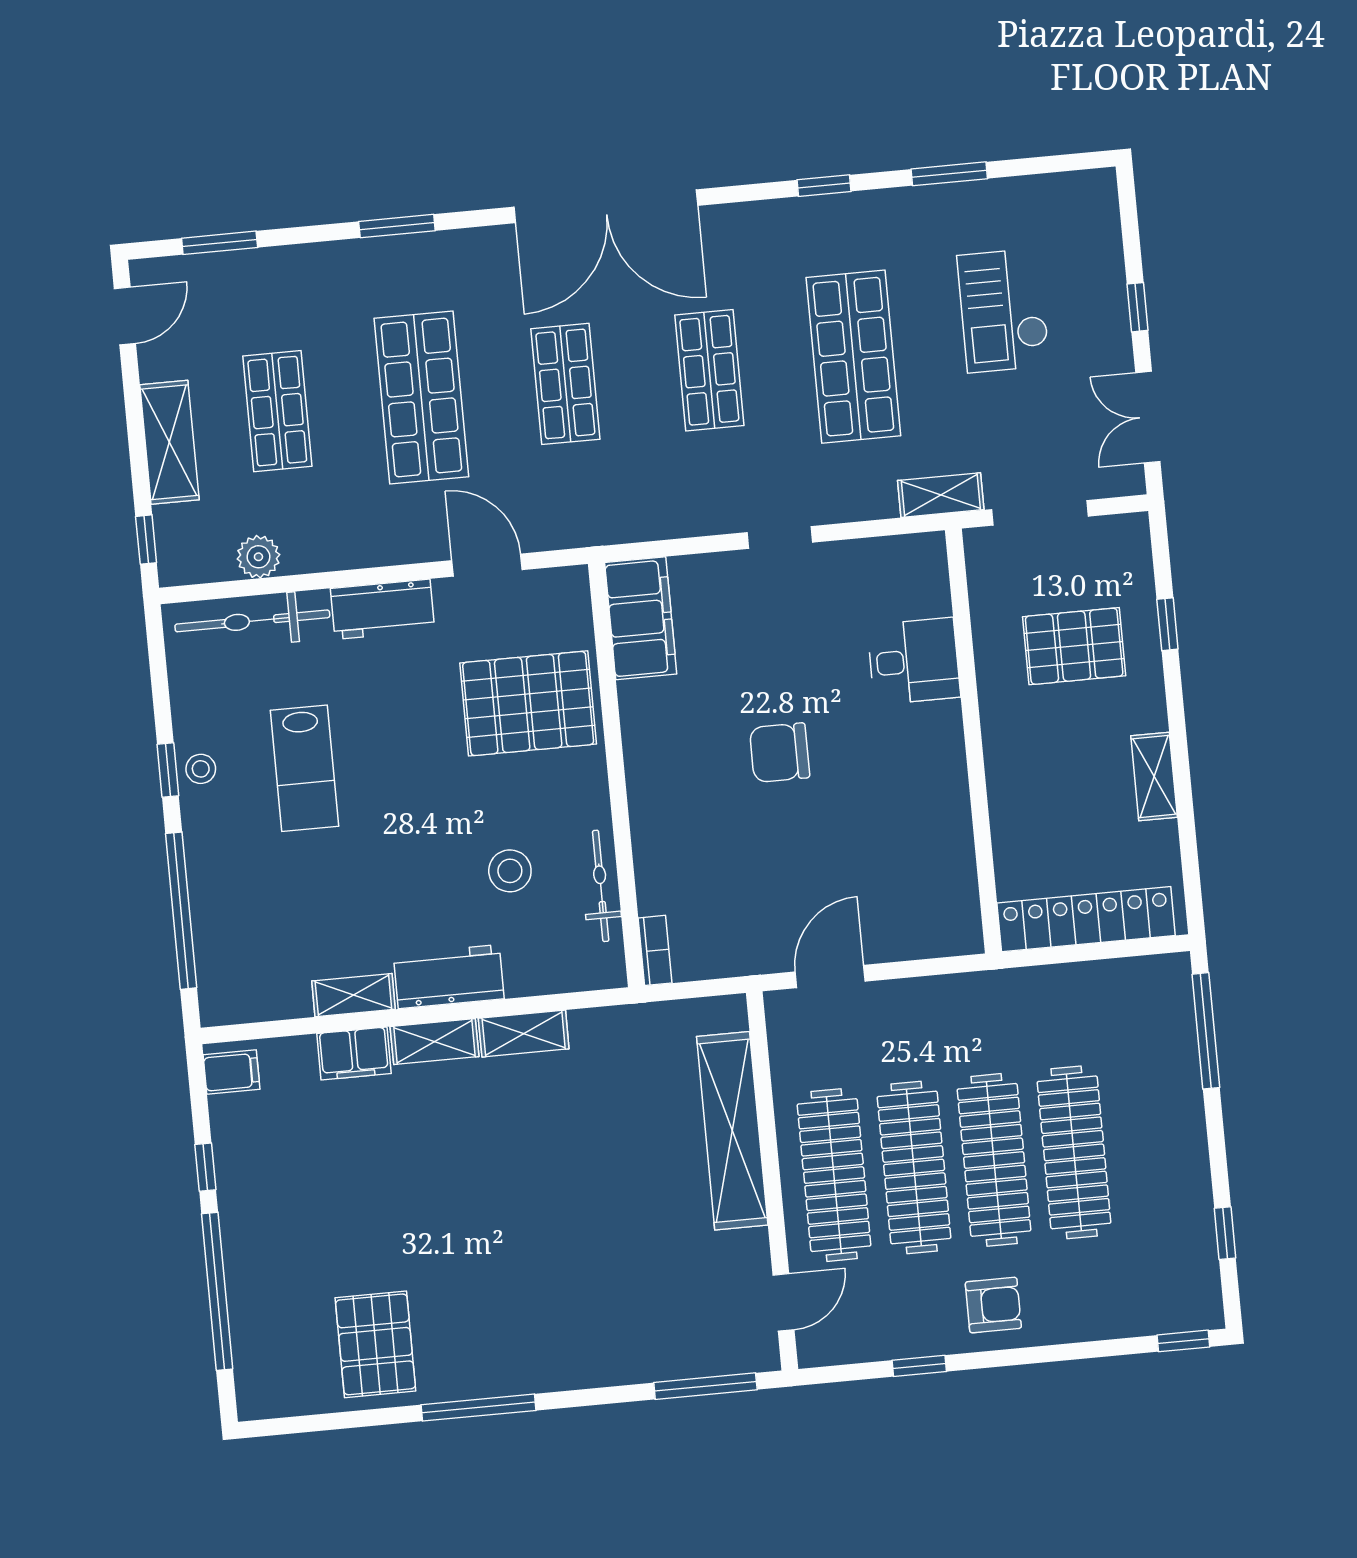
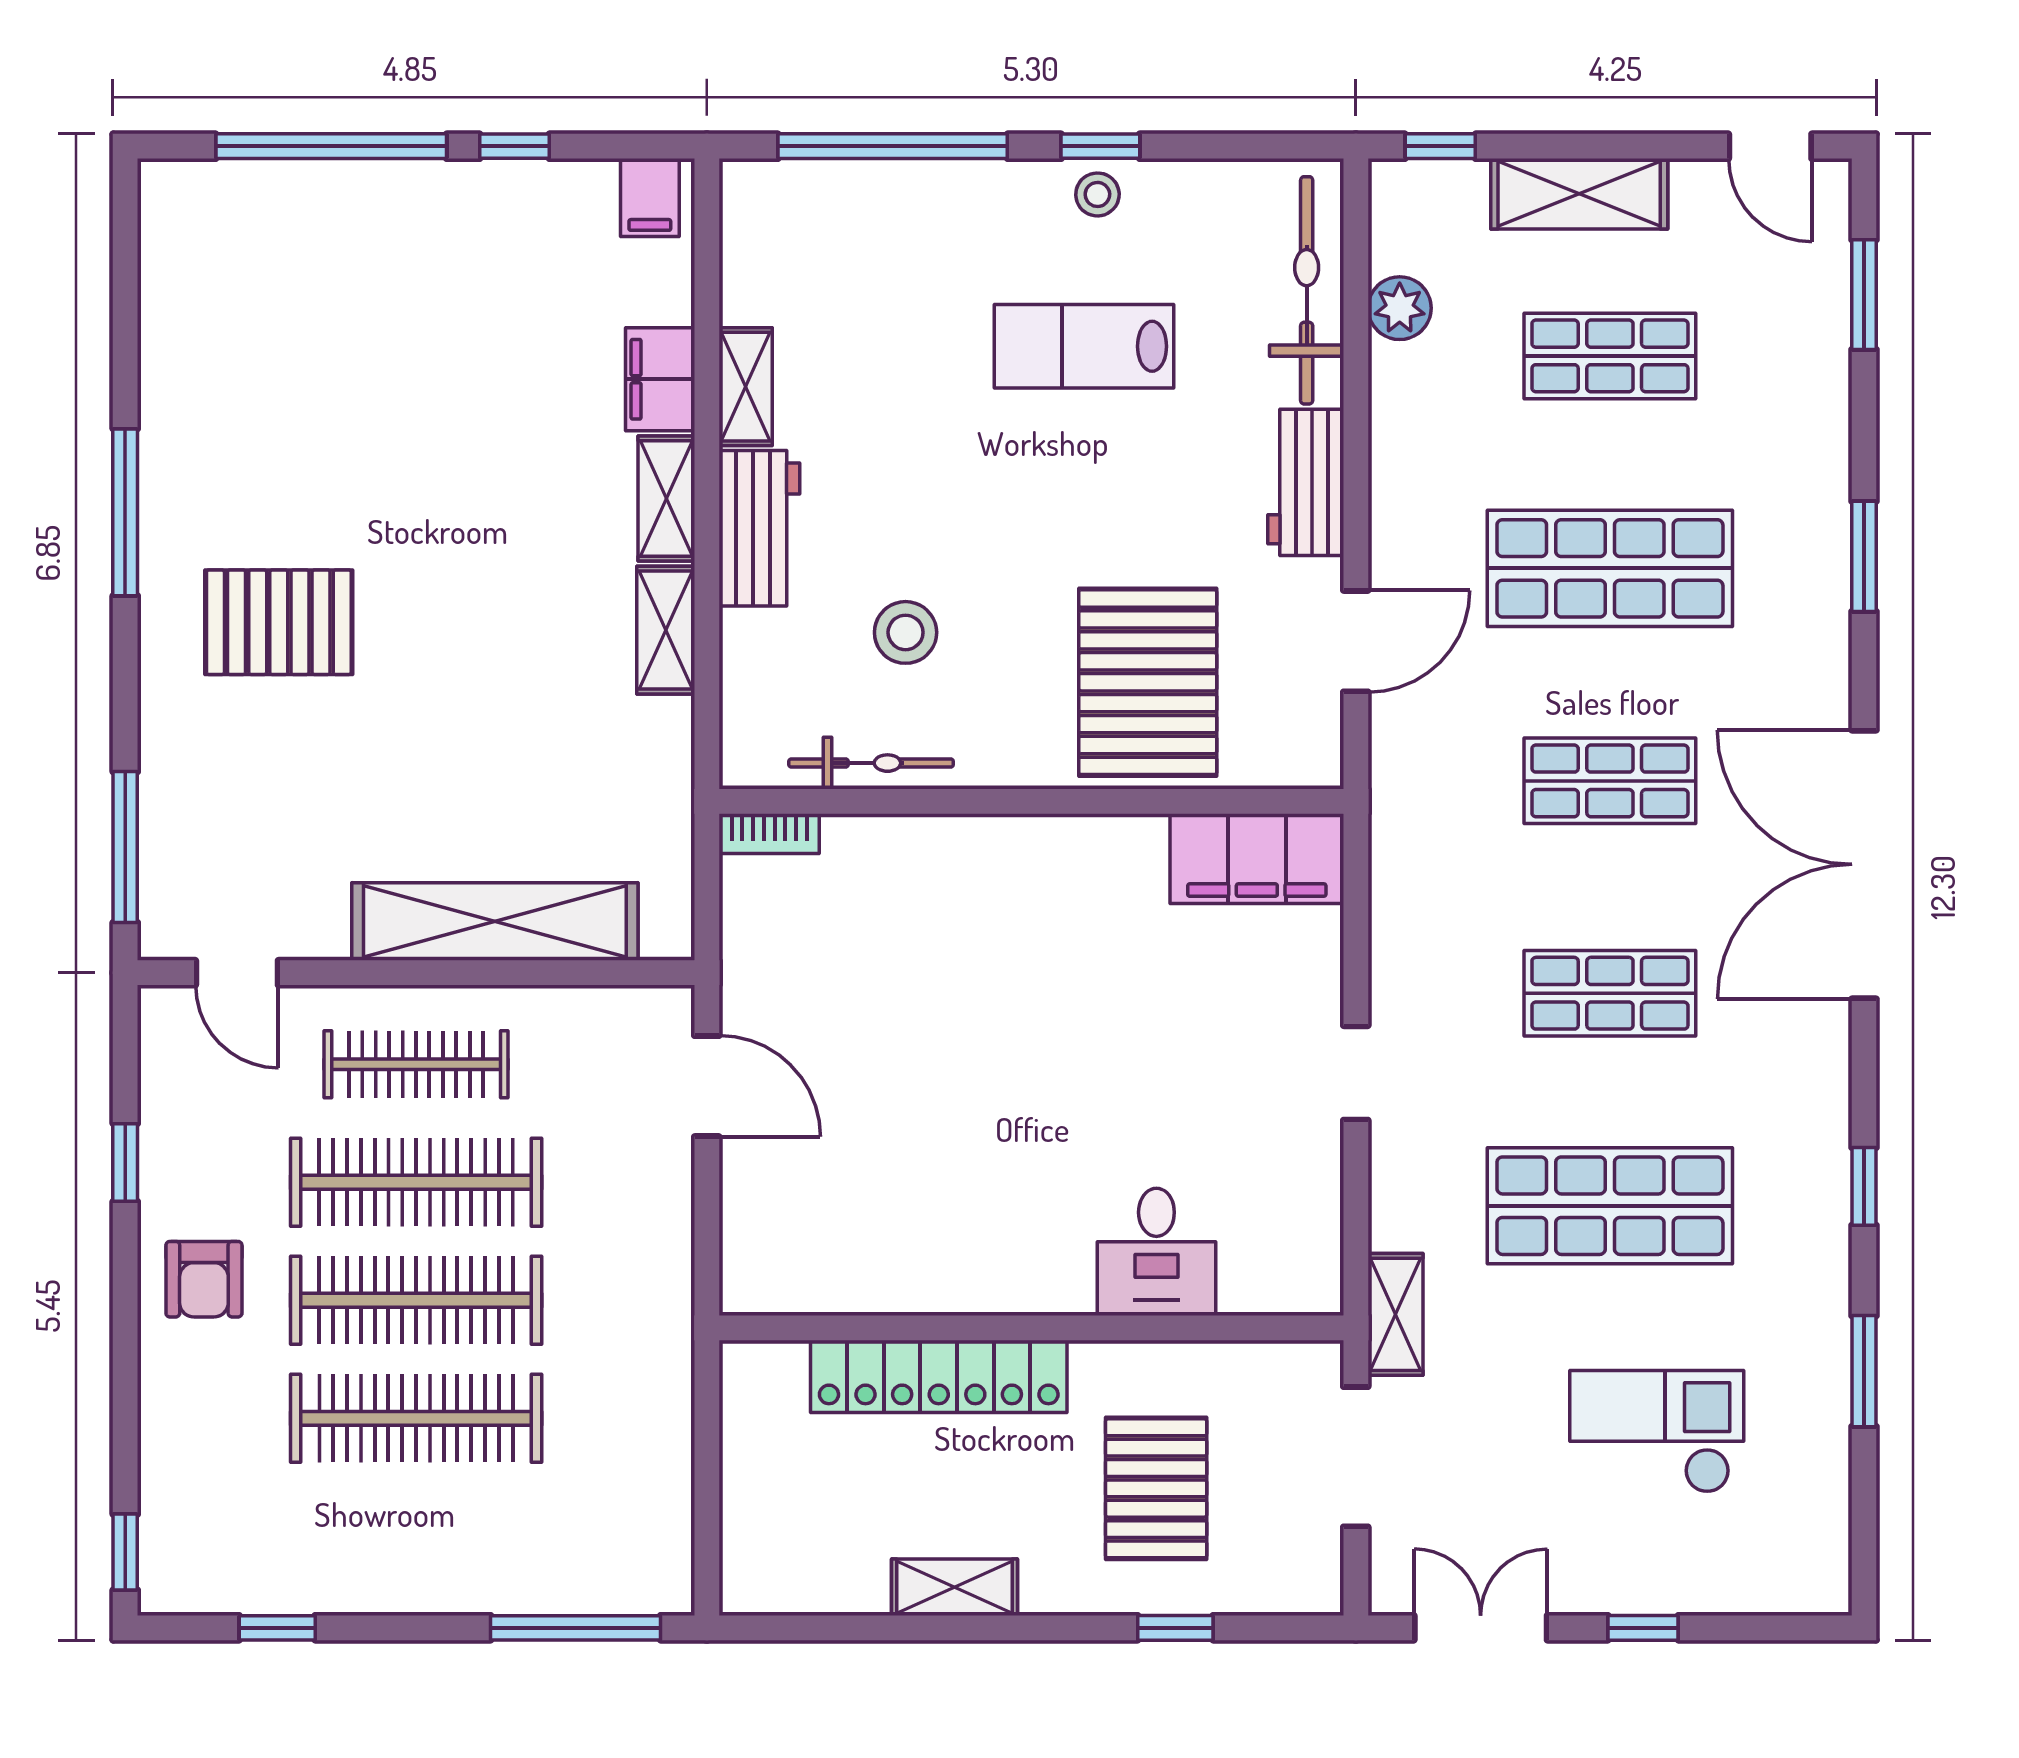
chair: (780, 753) -> (1041, 1043), removed
locker: (1086, 919) -> (939, 1376), moved, turned 90
clothes rail: (834, 1175) -> (416, 1064), width x0.73, depth x0.76
pallet: (375, 1344) -> (279, 622), moved

